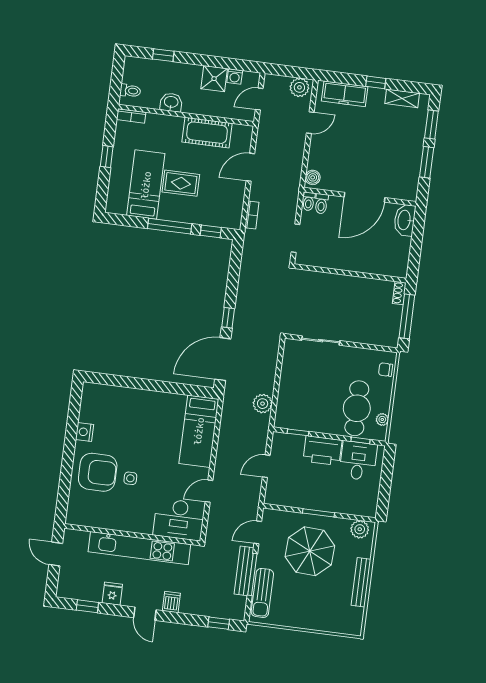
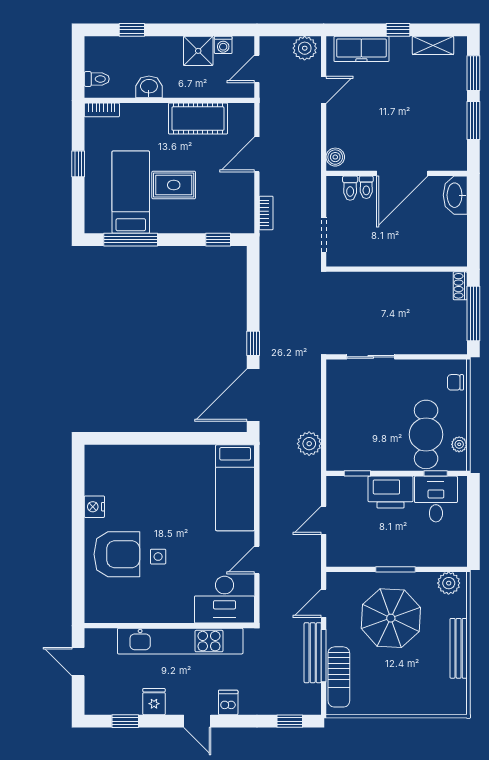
toilet: (309, 201) -> (366, 187), moved
window: (170, 226) -> (131, 240), moved

